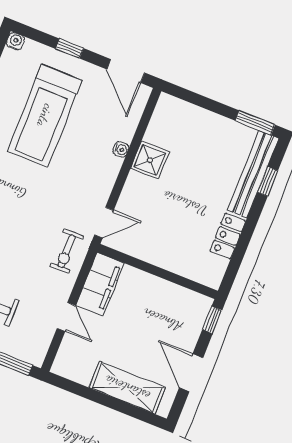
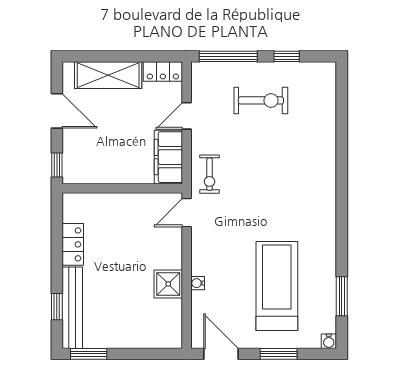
window: (69, 49) -> (279, 354), width x1.50
exercise bike: (67, 251) -> (210, 174), turned 180
door: (66, 317) -> (187, 116), hinge flipped
locker: (72, 370) -> (163, 72), added

